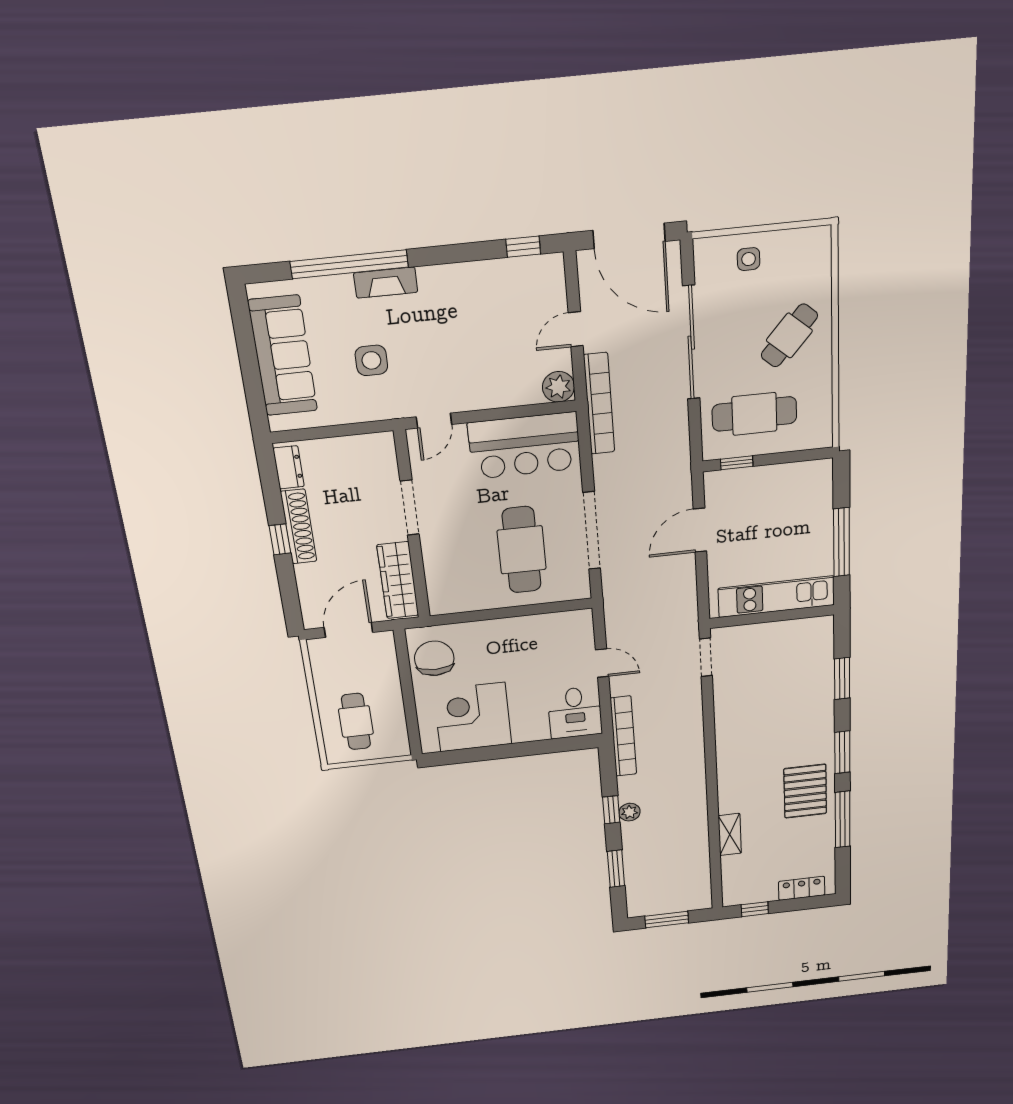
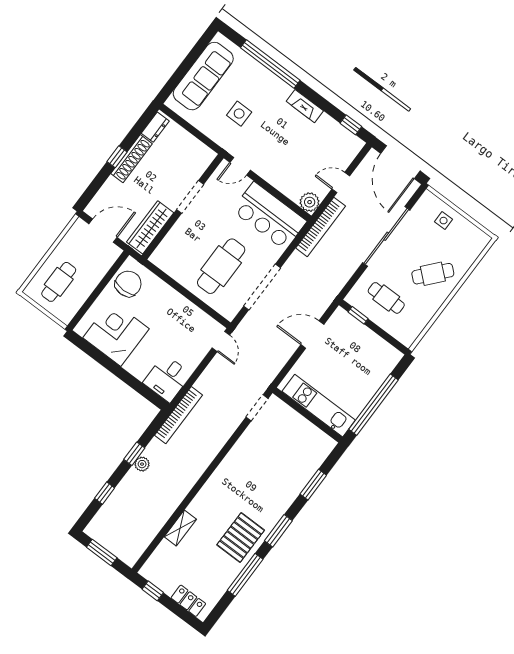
fireplace: (386, 283) -> (305, 106), moved
cafe table: (754, 414) -> (386, 298), width x0.73, depth x0.74
window: (842, 542) -> (373, 405), width x1.46
door: (602, 663) -> (221, 341), moved
window: (616, 869) -> (105, 493), width x0.67

